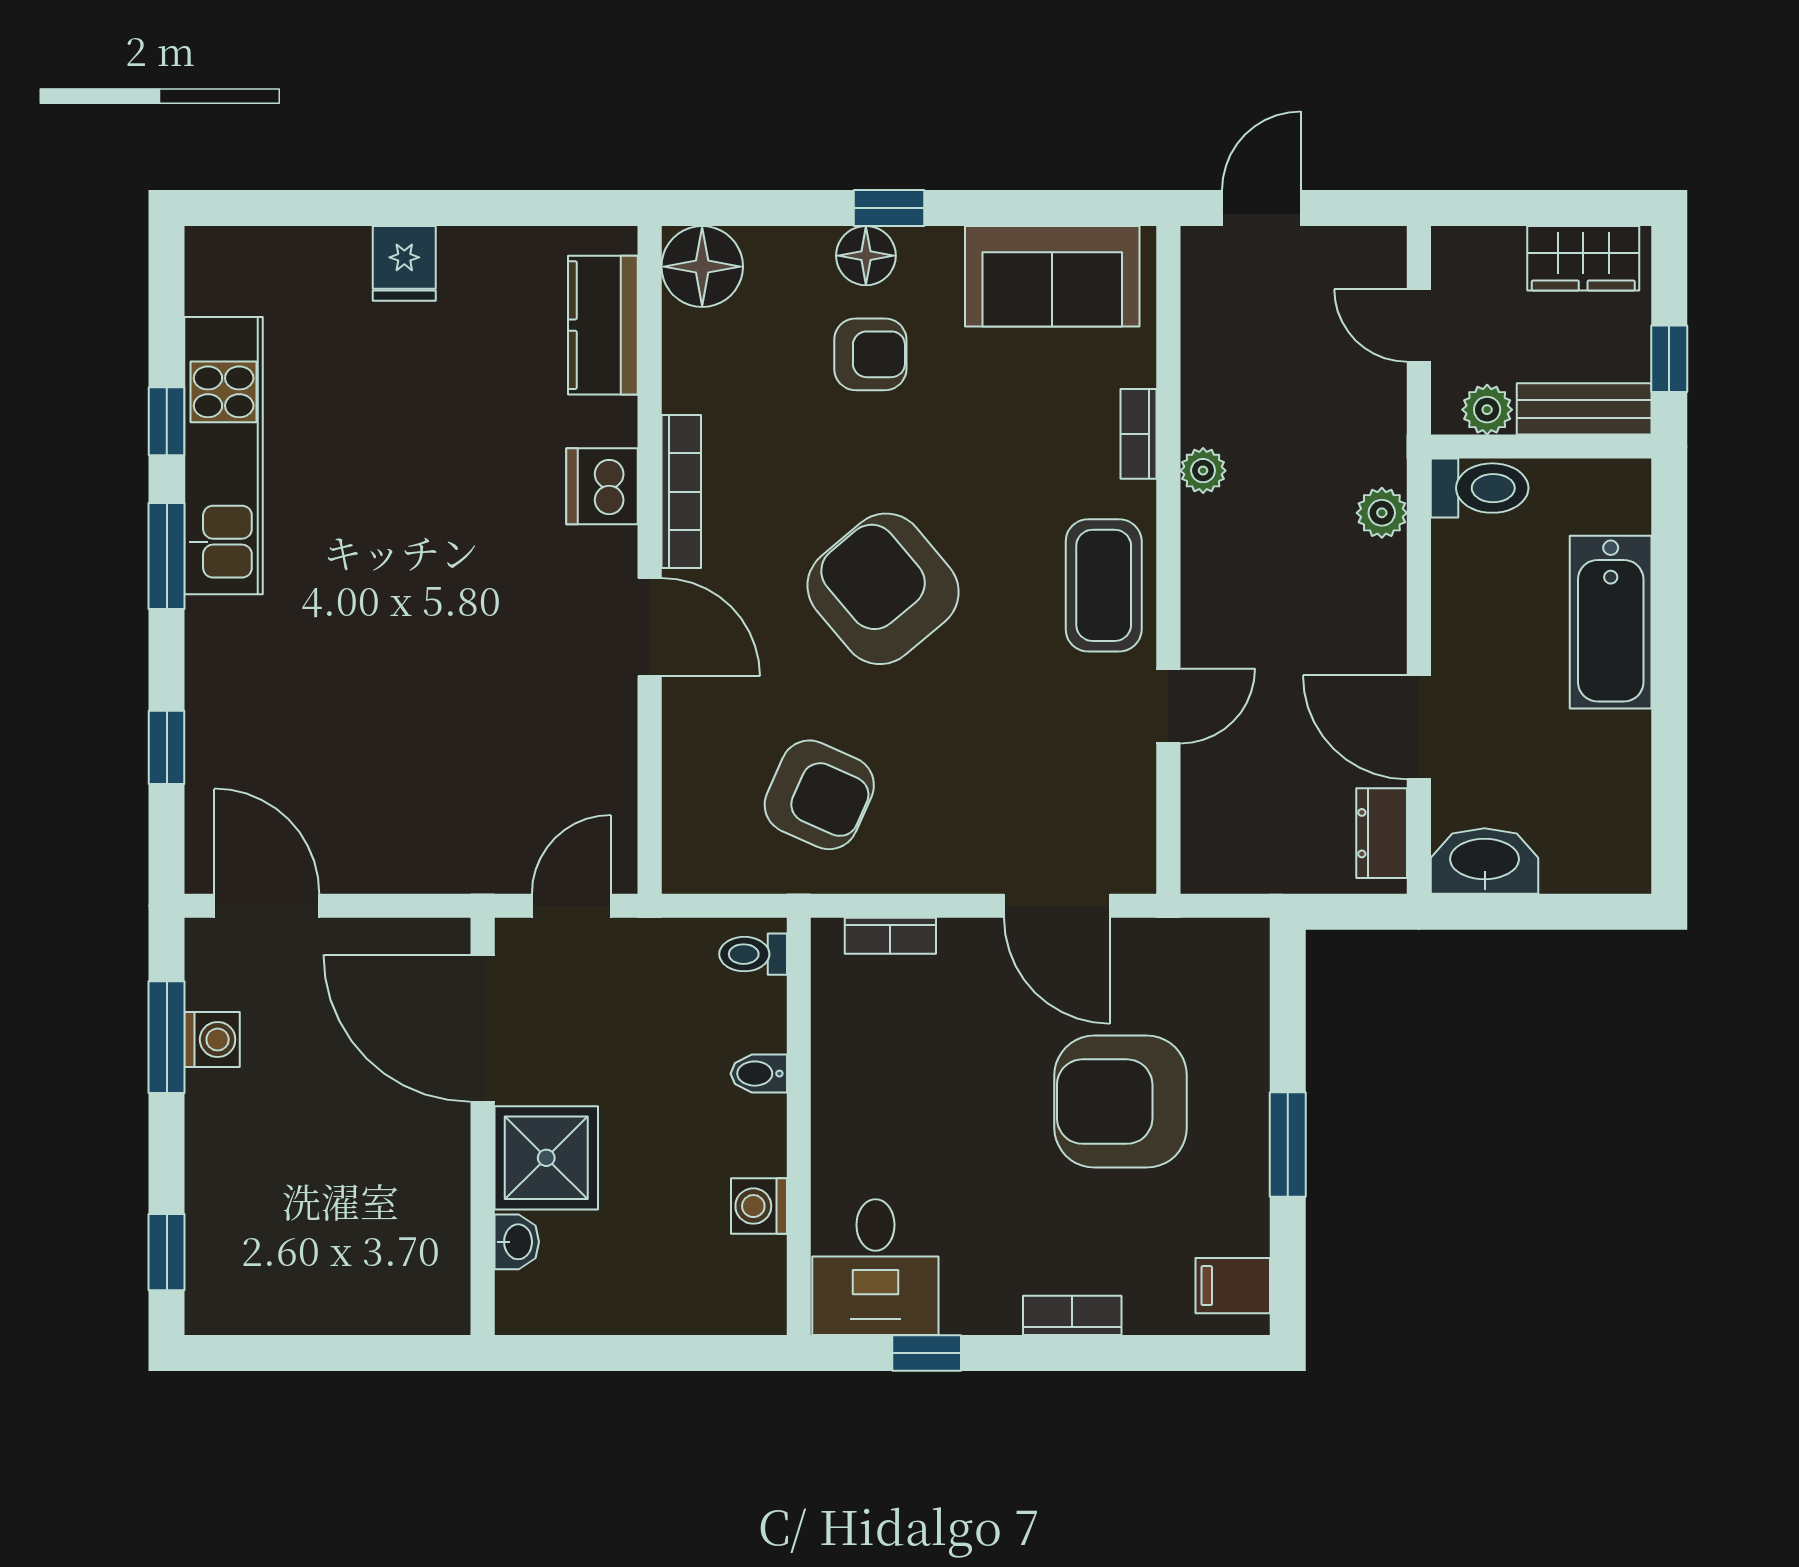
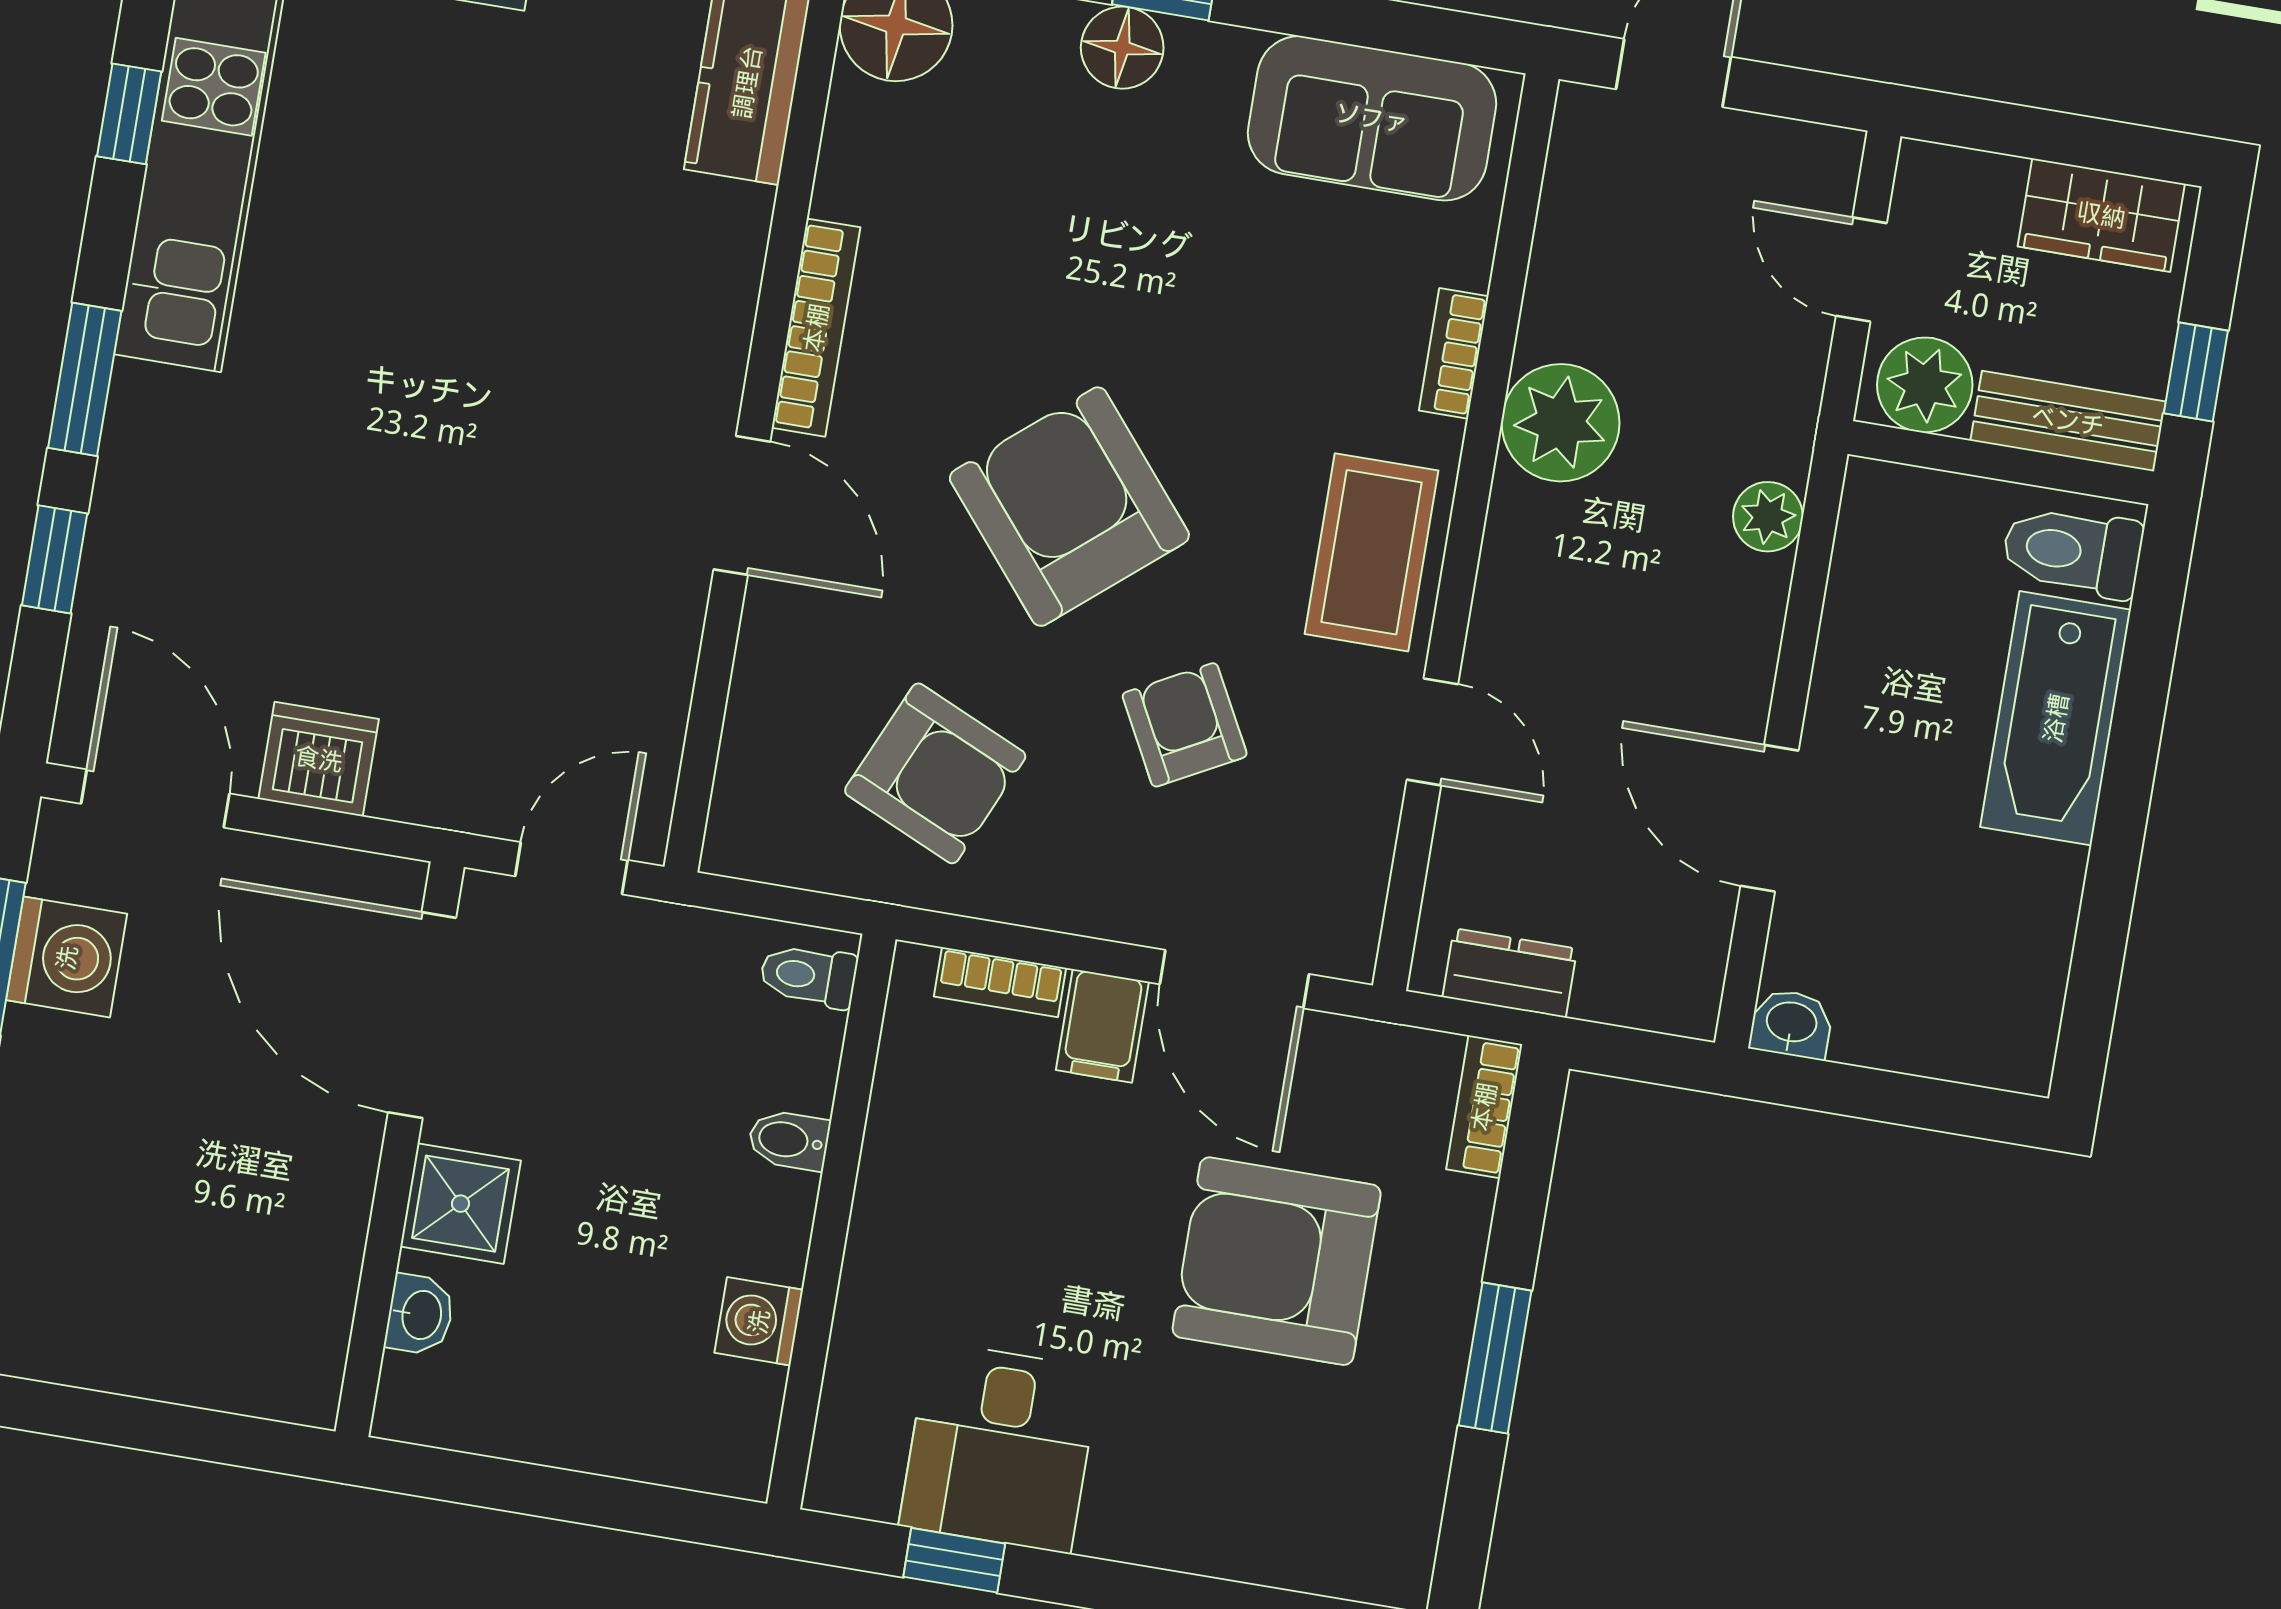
armchair: (870, 354) -> (1185, 725), moved, turned -118
plant: (1487, 410) -> (1925, 385), width x1.38, depth x1.38
plant: (1203, 471) -> (1561, 423), width x1.88, depth x1.88
dishwasher: (602, 486) -> (319, 759), moved, turned 90
toilet: (1480, 488) -> (2072, 551), moved, turned 180
window: (167, 556) -> (85, 379), moved
door: (1168, 706) -> (1432, 732), hinge flipped
dresser: (1382, 833) -> (1510, 973), moved, turned 90
washbasin: (1485, 861) -> (1791, 1024), width x0.52, depth x0.69
washing machine: (212, 1040) -> (67, 957), width x1.38, depth x1.38
shower: (546, 1158) -> (461, 1204), width x0.73, depth x0.73
desk: (875, 1267) -> (1000, 1447), moved
filing cabinet: (1233, 1286) -> (1102, 1026), moved, turned -90
bookcase: (1072, 1315) -> (1484, 1107), moved, turned -90

